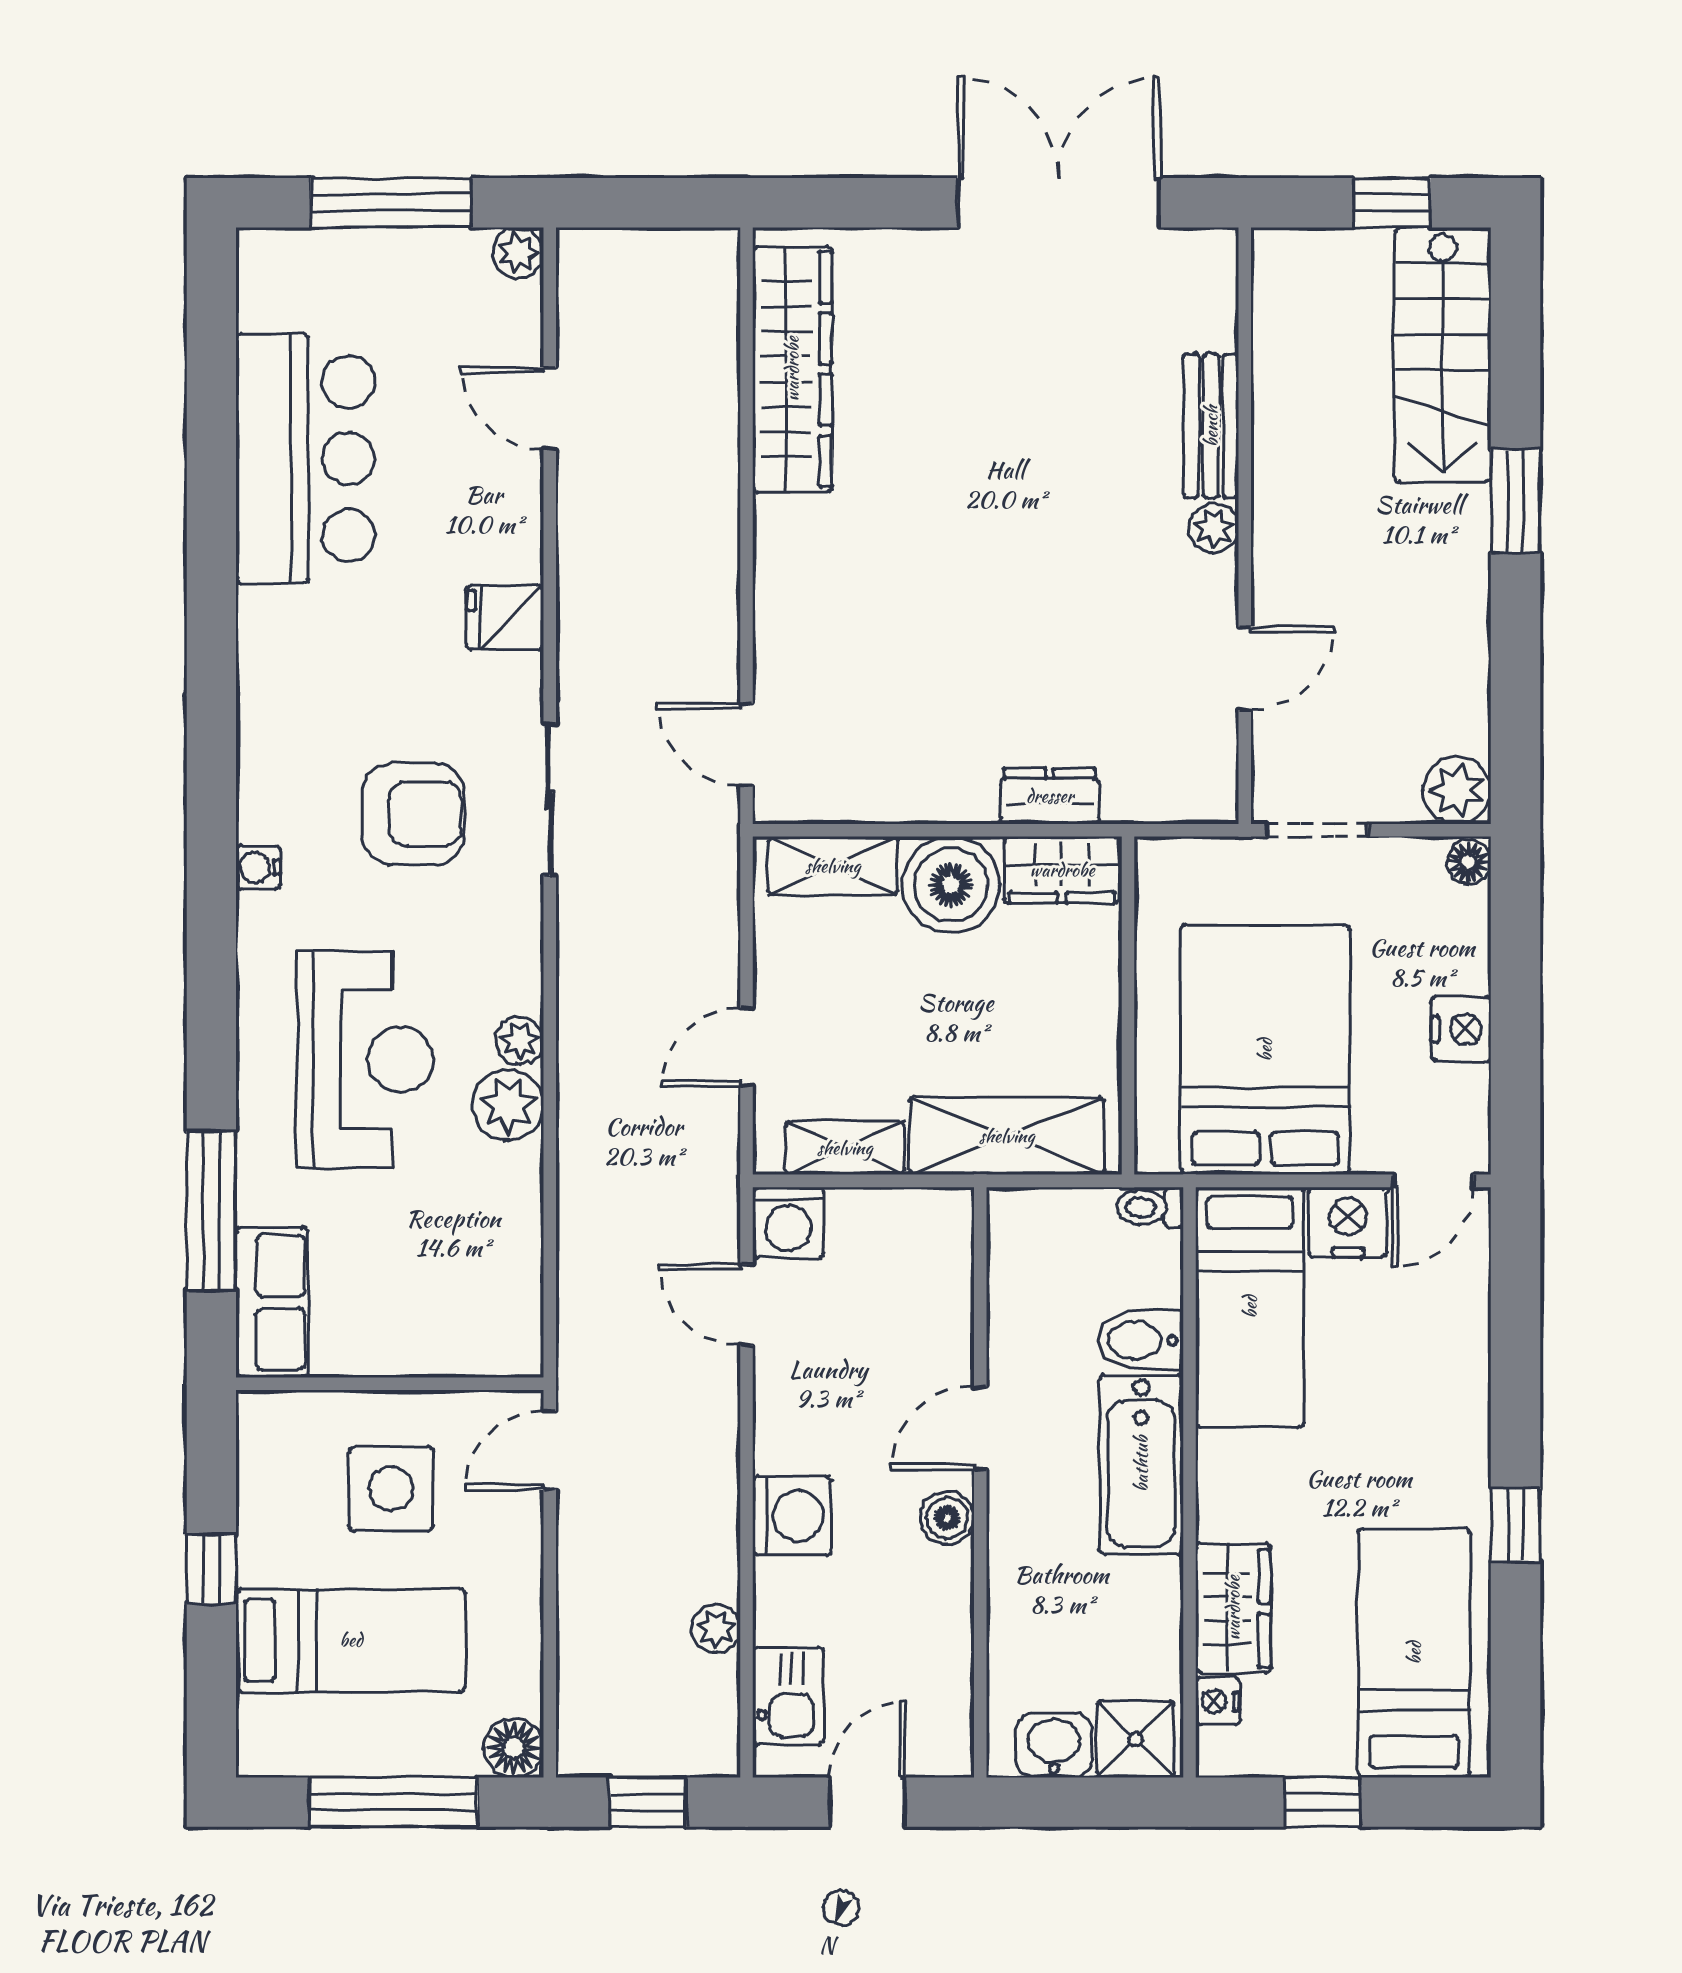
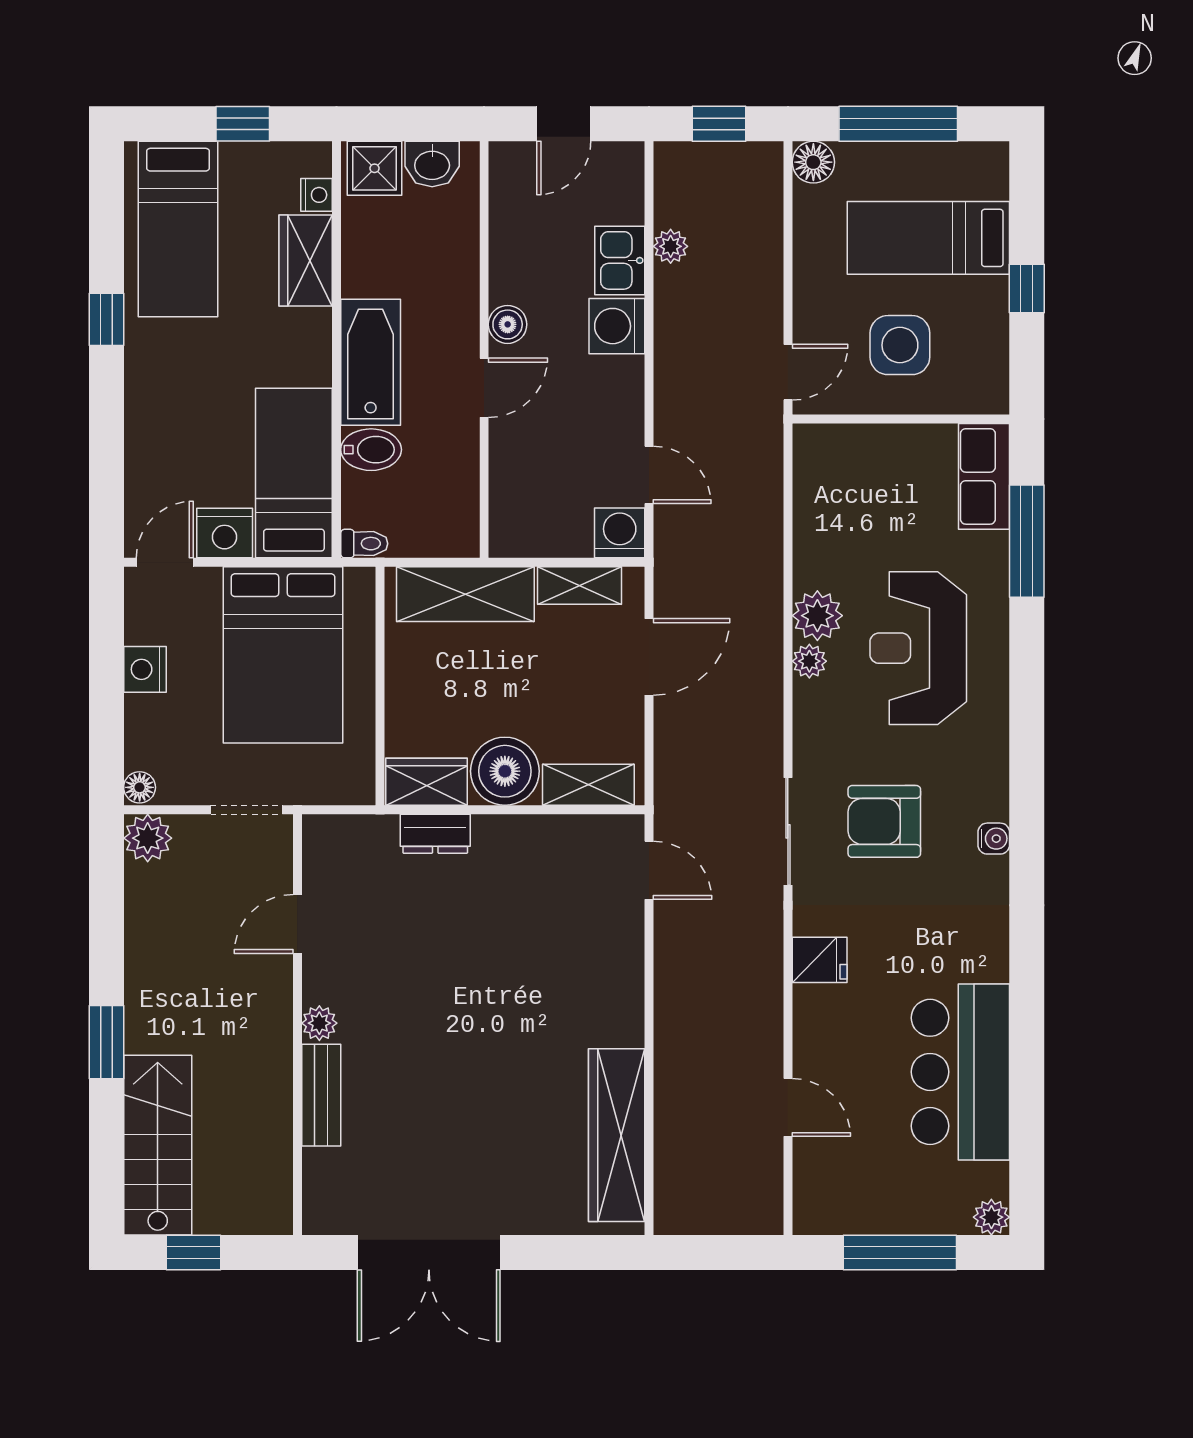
plant: (518, 253) -> (991, 1217), moved
water cooler: (258, 867) -> (994, 839), moved
door: (747, 1047) -> (649, 657), width x1.38
kitchen sink: (788, 1696) -> (620, 260), moved

